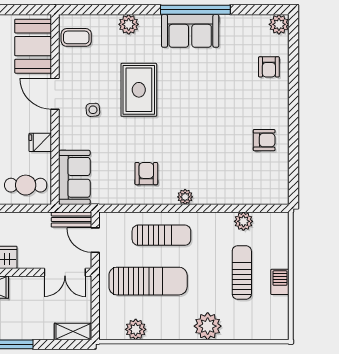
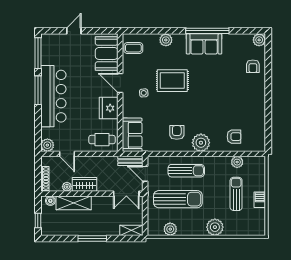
rug: (139, 90) -> (172, 81), turned 90
armchair: (264, 140) -> (234, 137), moved
fridge: (40, 142) -> (109, 108), width x1.88, depth x1.34
plant: (185, 197) -> (201, 143), width x1.88, depth x1.88

